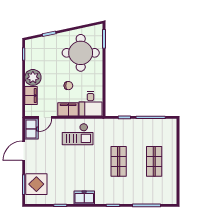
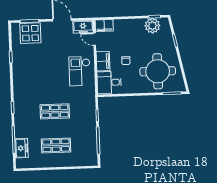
plant: (33, 77) -> (152, 26), moved
filing cabinet: (31, 95) -> (104, 26), moved
freezer: (84, 198) -> (22, 148), moved

